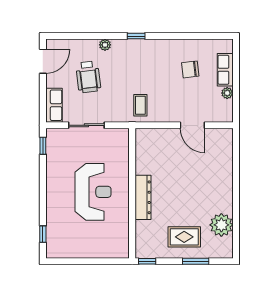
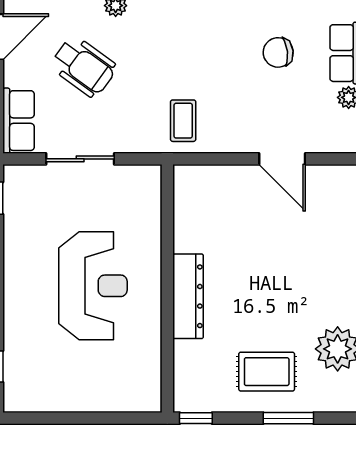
wheelchair: (88, 77) -> (84, 67), turned -47

